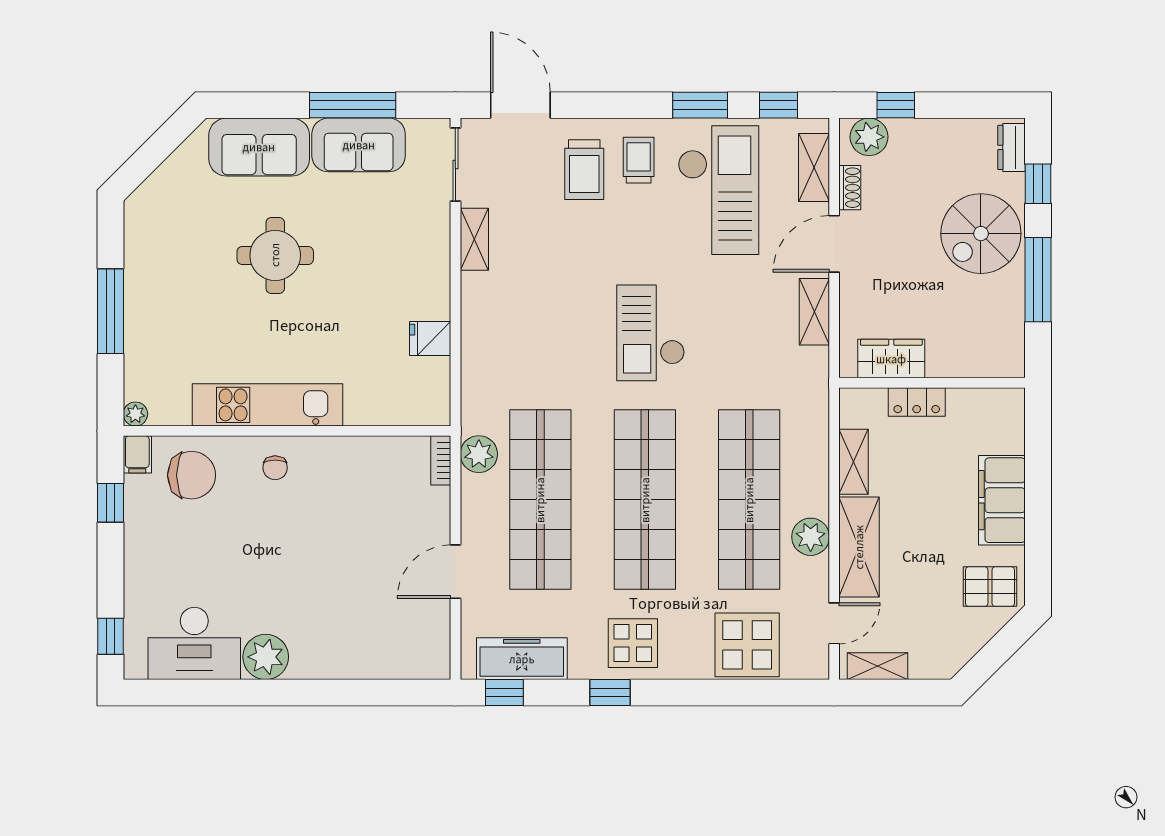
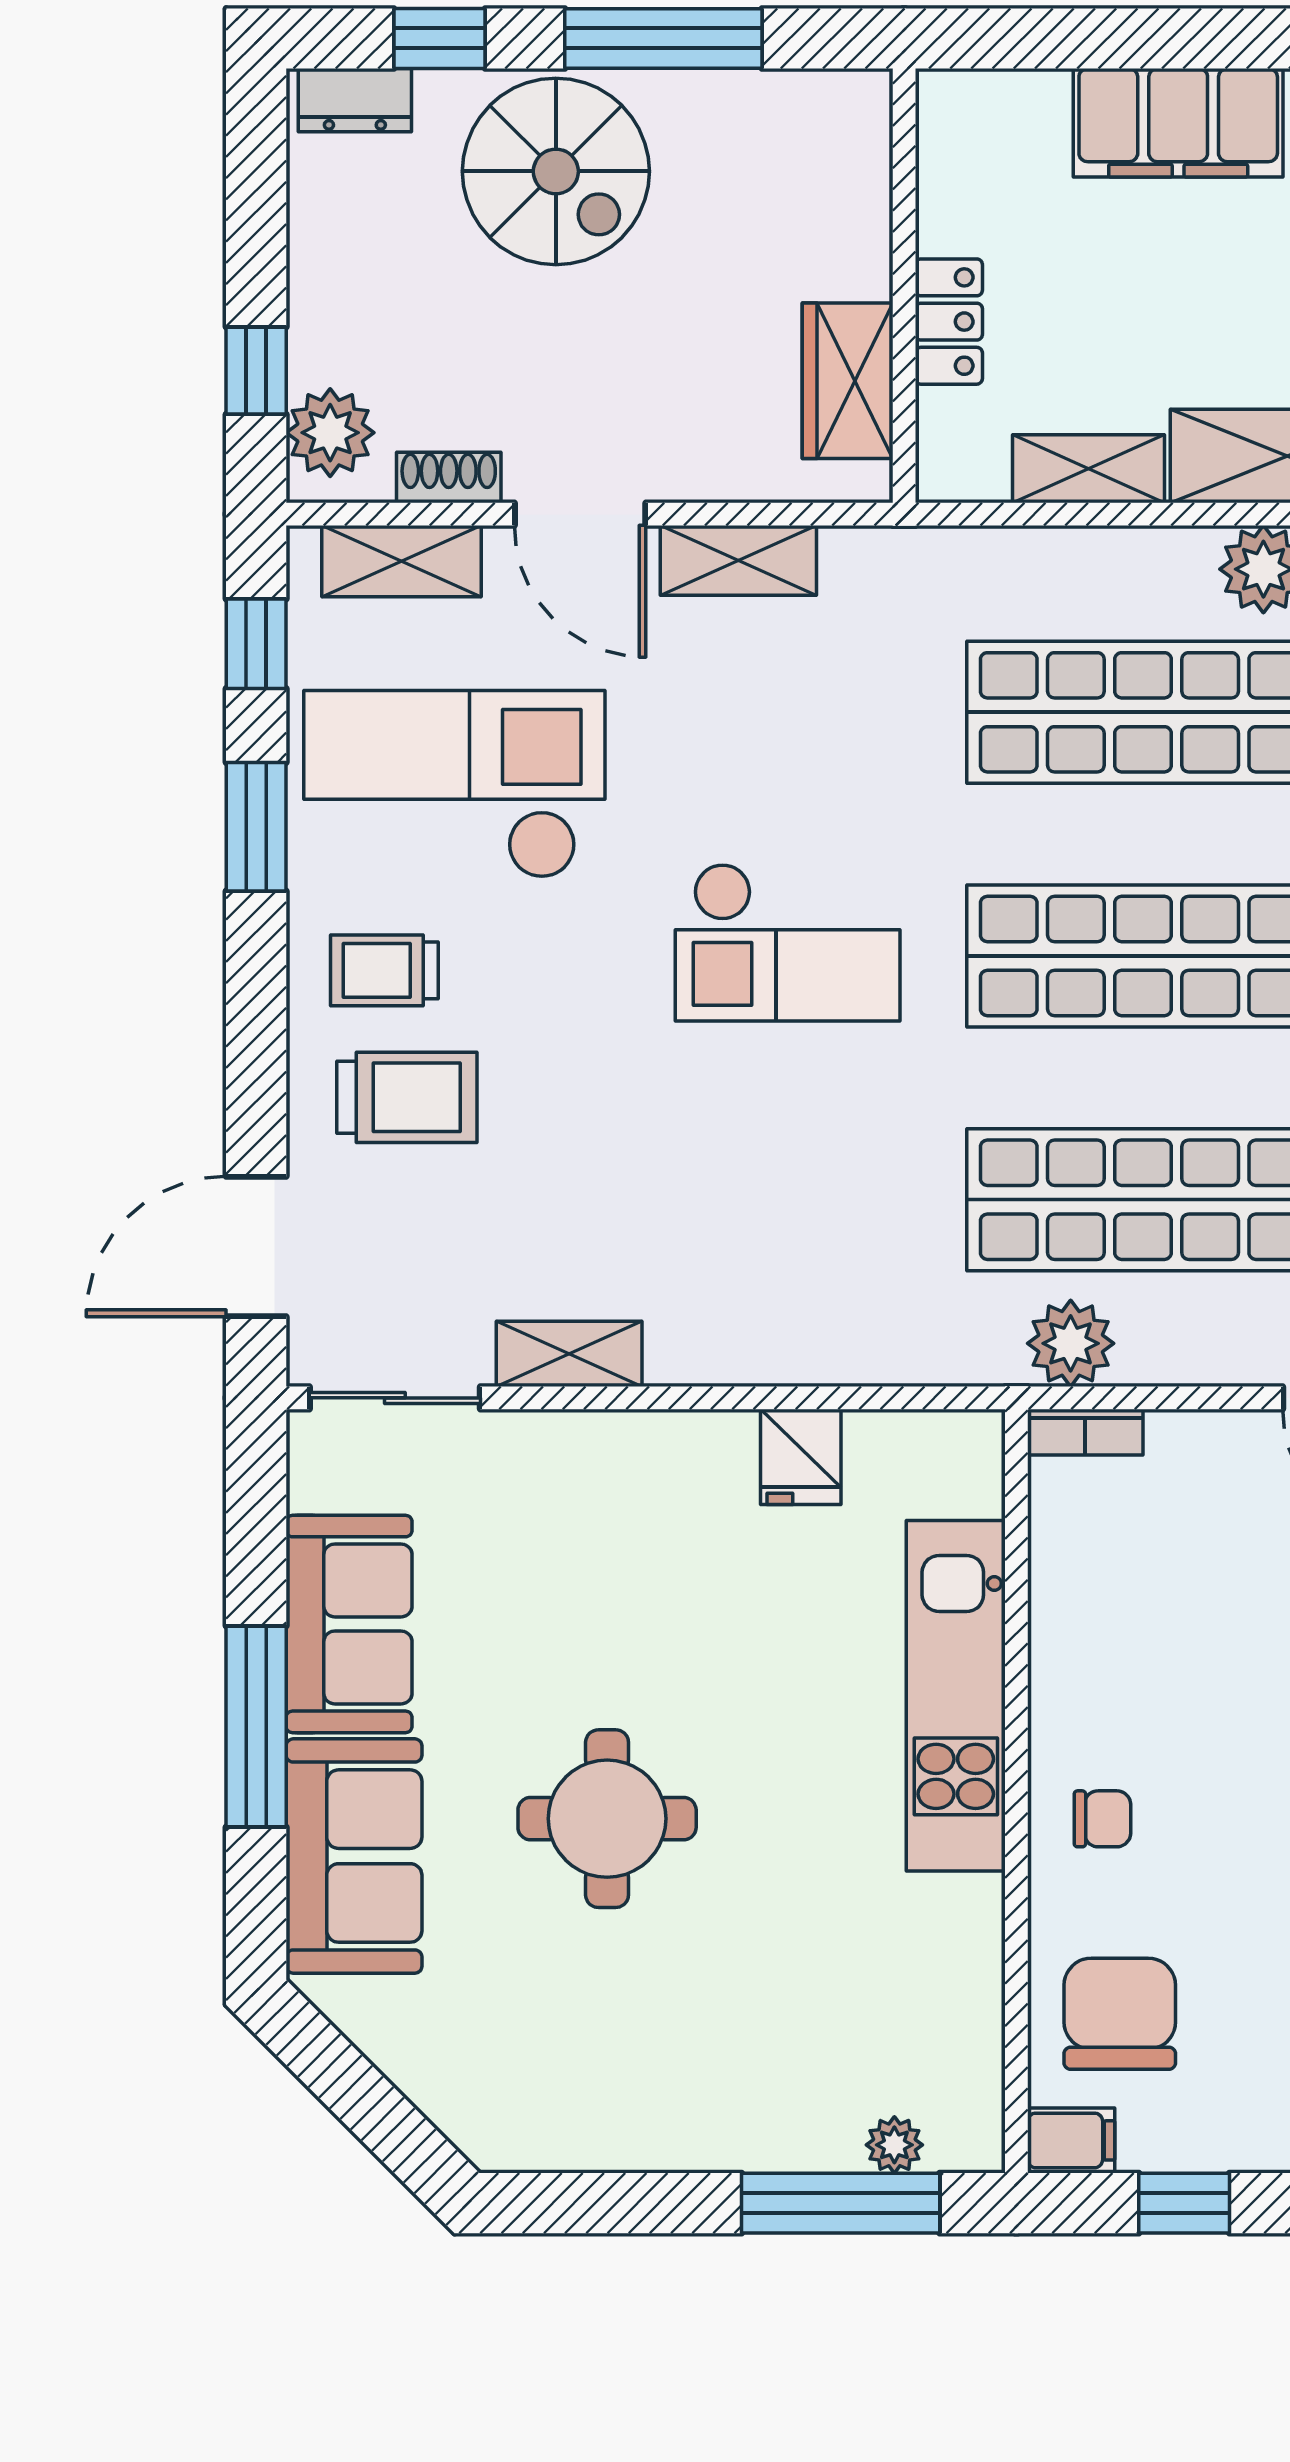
window: (353, 105) -> (256, 1727), moved
window: (110, 311) -> (841, 2203), moved
kitchen unit: (268, 405) -> (956, 1696), moved
plant: (135, 414) -> (894, 2145), moved

